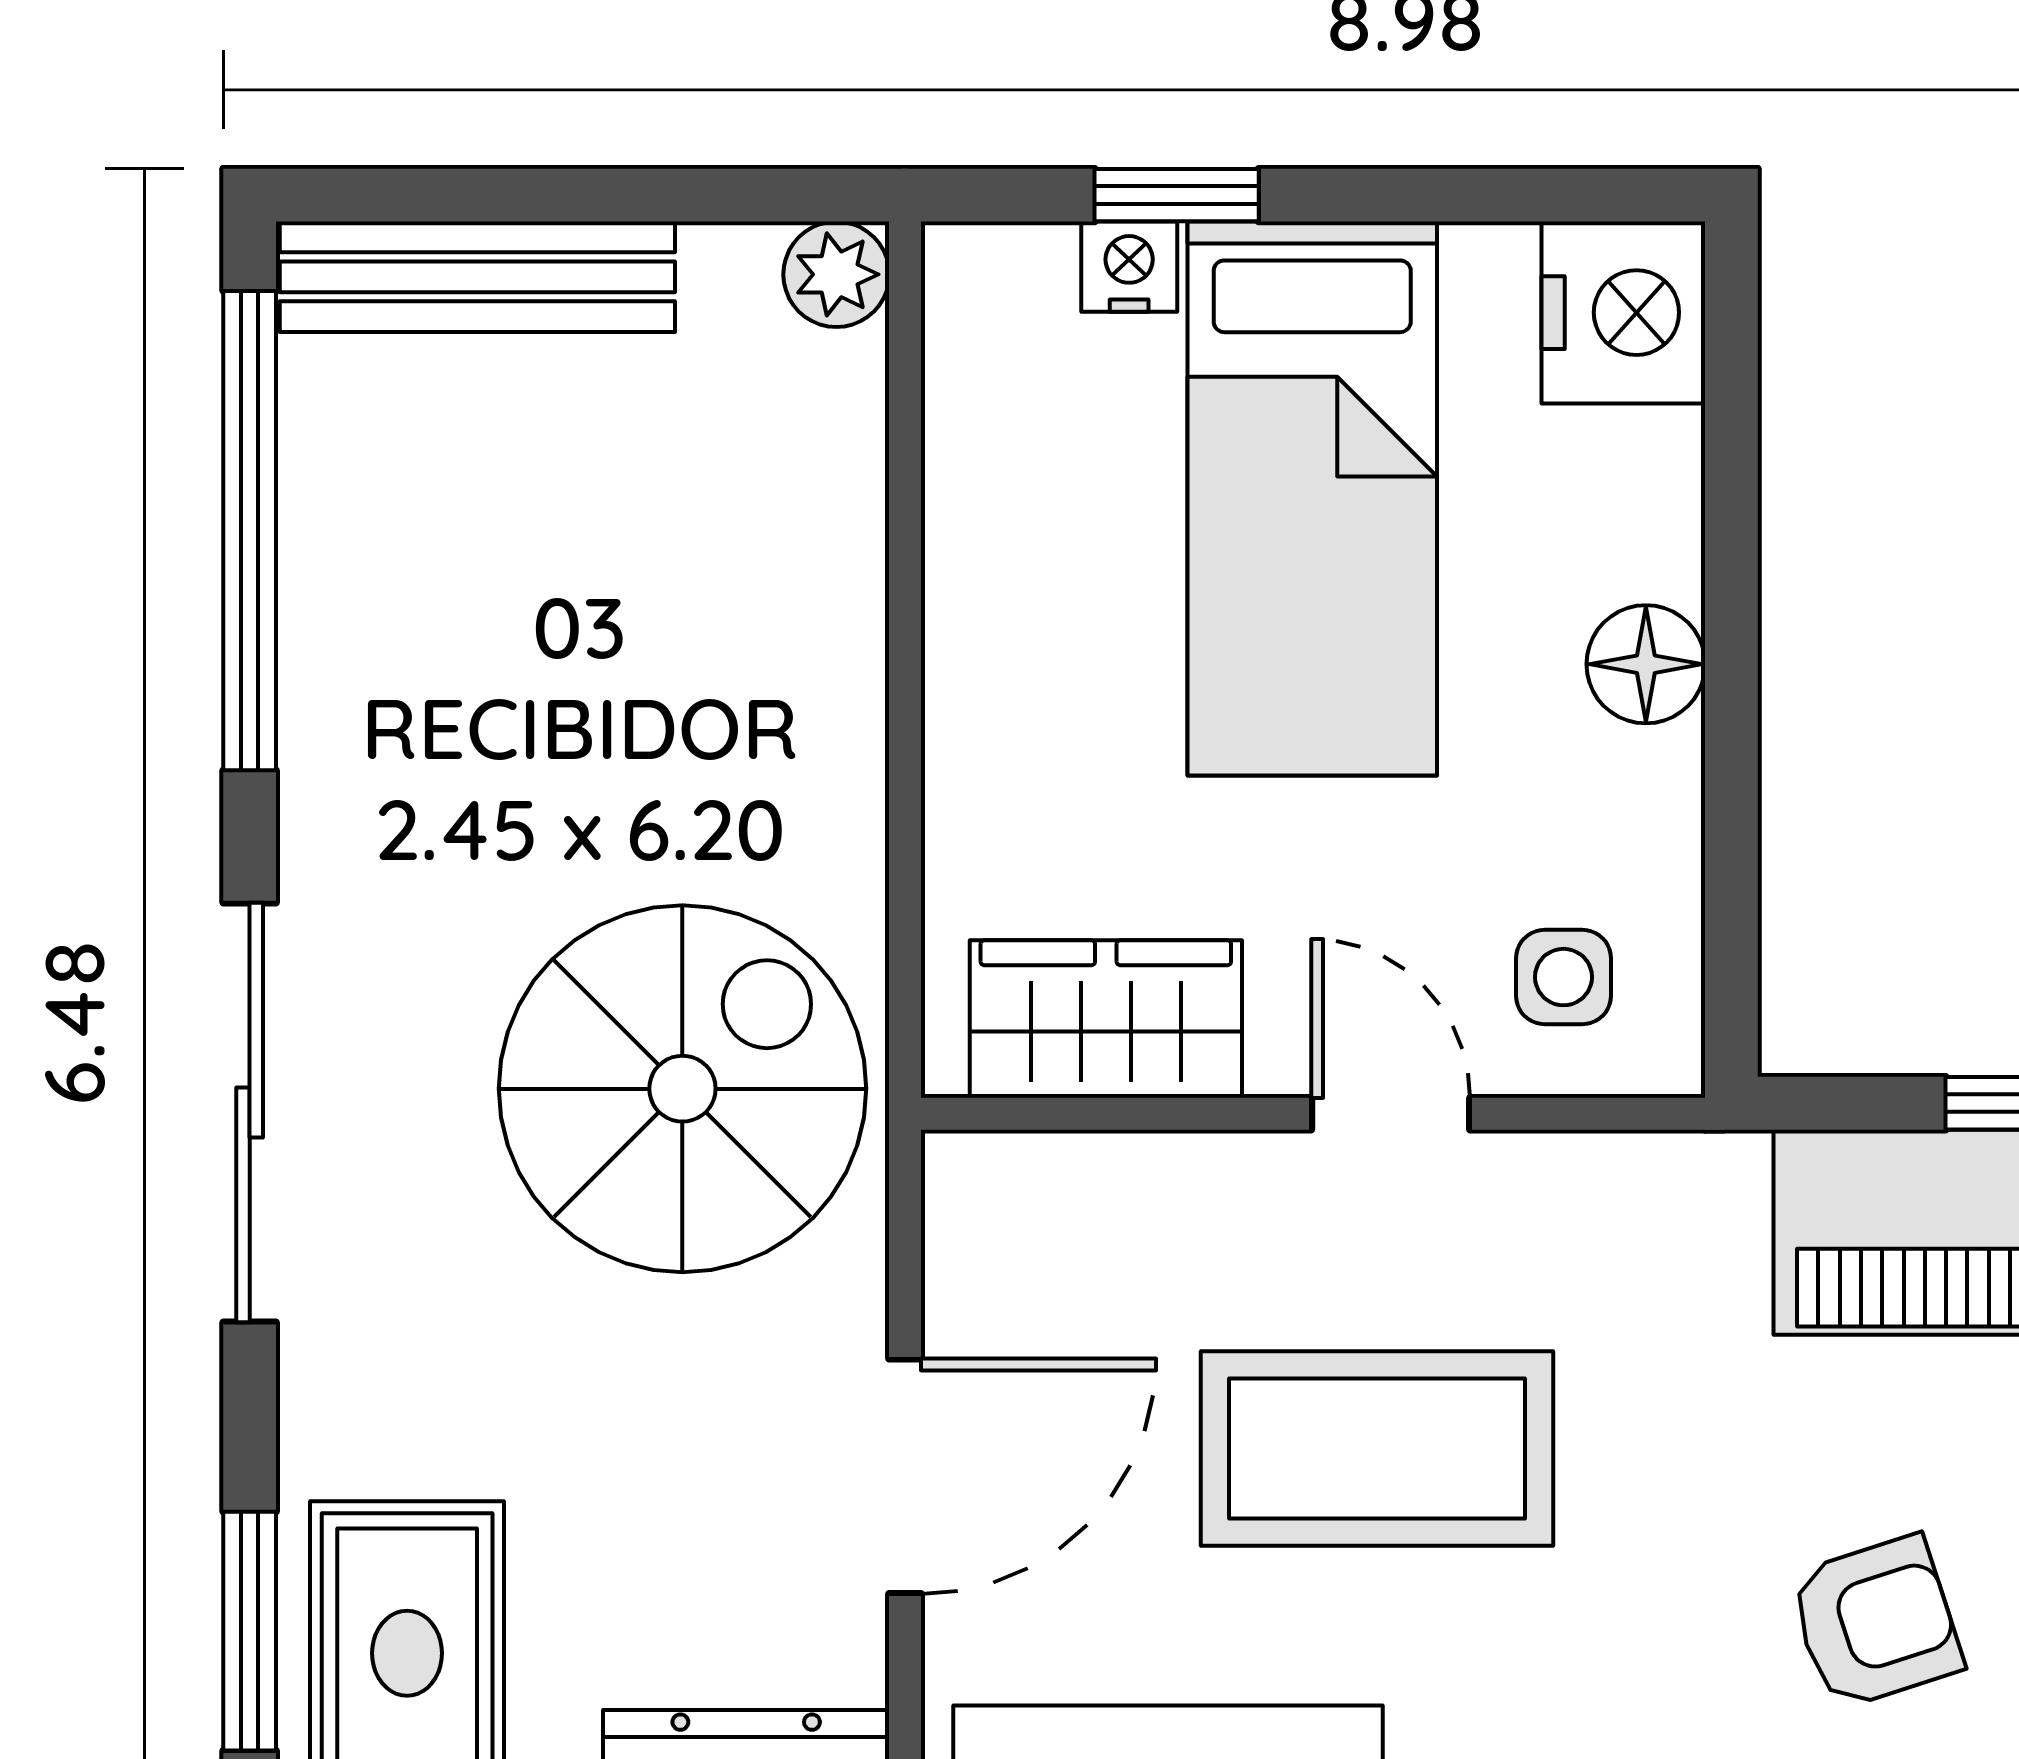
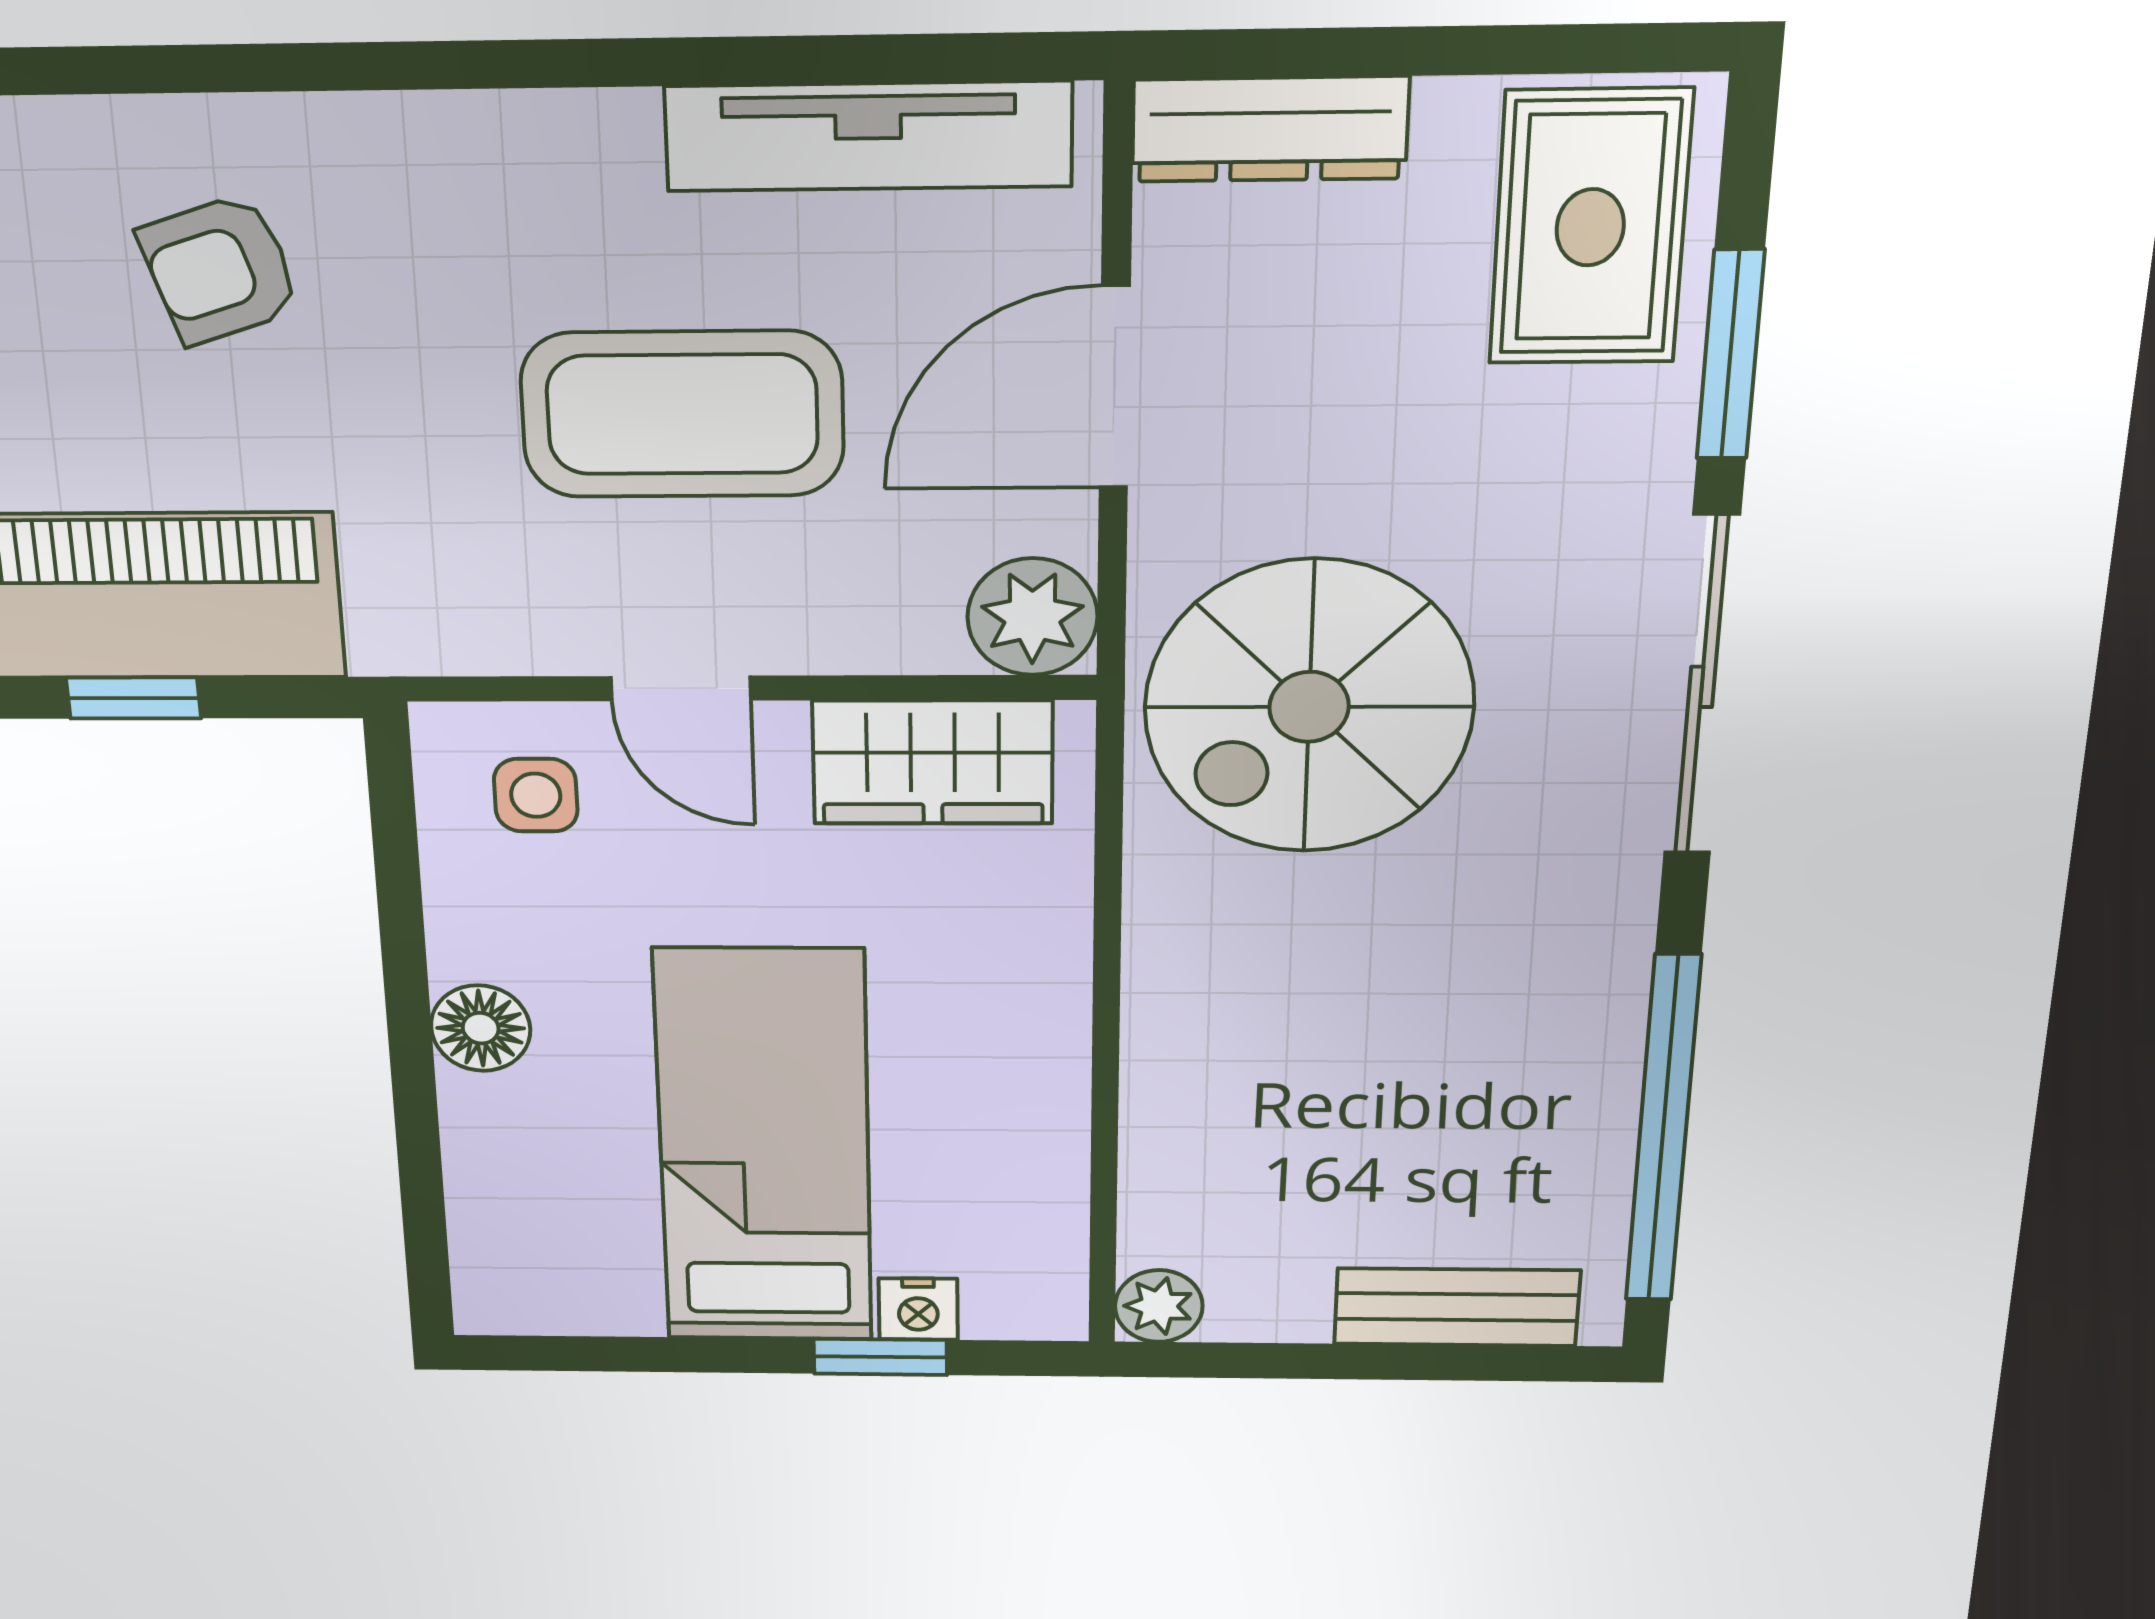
bench: (477, 277) -> (1457, 1307), width x0.73
nightstand: (1623, 313) -> (515, 1274), removed
plant: (993, 1202) -> (1032, 617), added
window: (250, 1631) -> (1730, 355), moved

